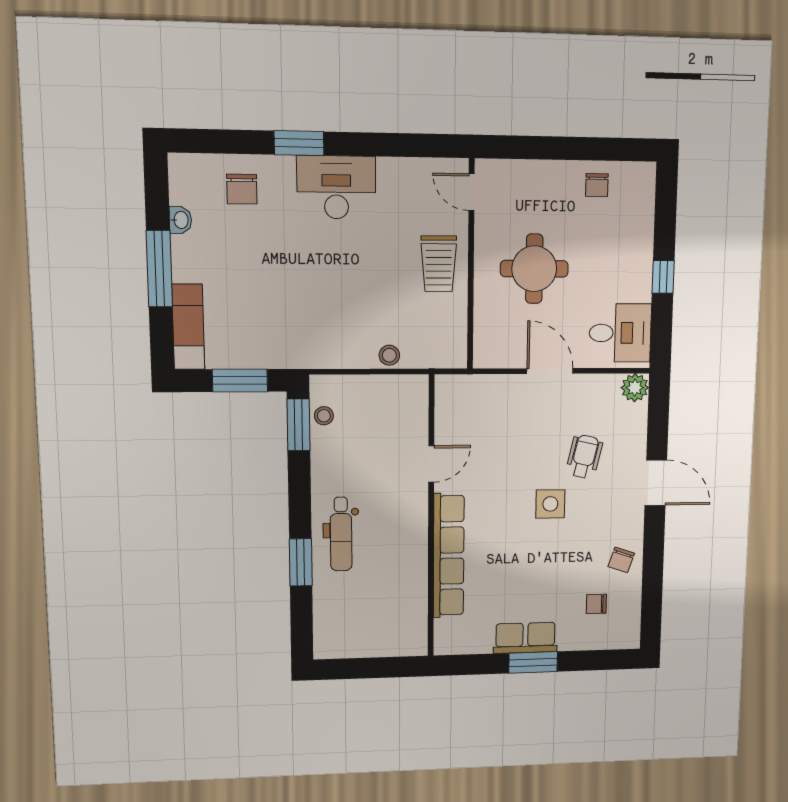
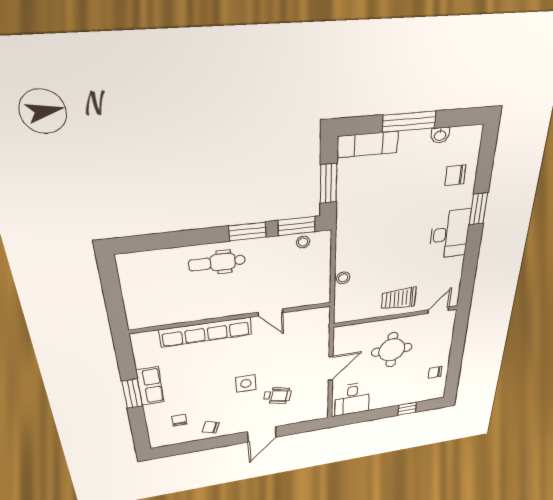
window: (663, 277) -> (407, 409), moved
plant: (635, 388) -> (320, 413), removed
window: (301, 562) -> (248, 231), moved

